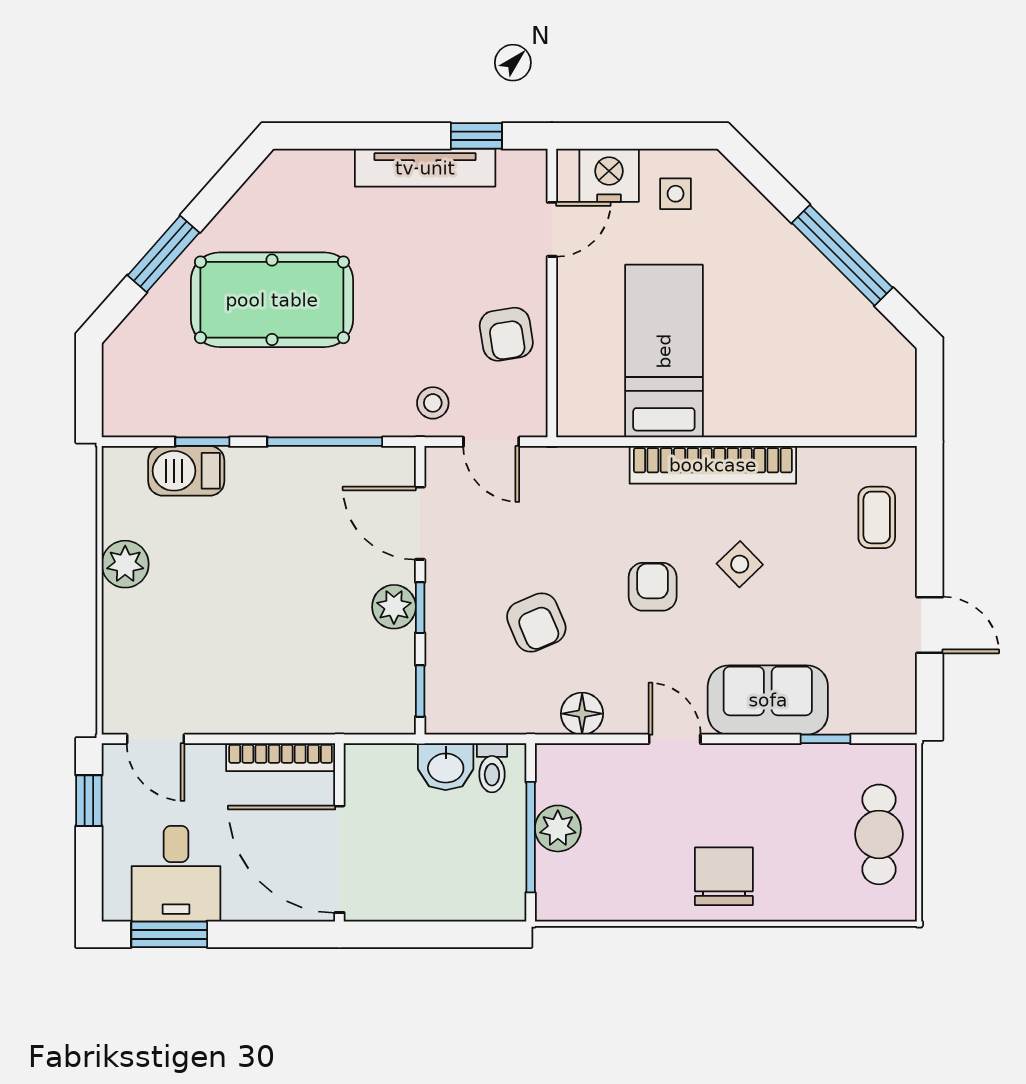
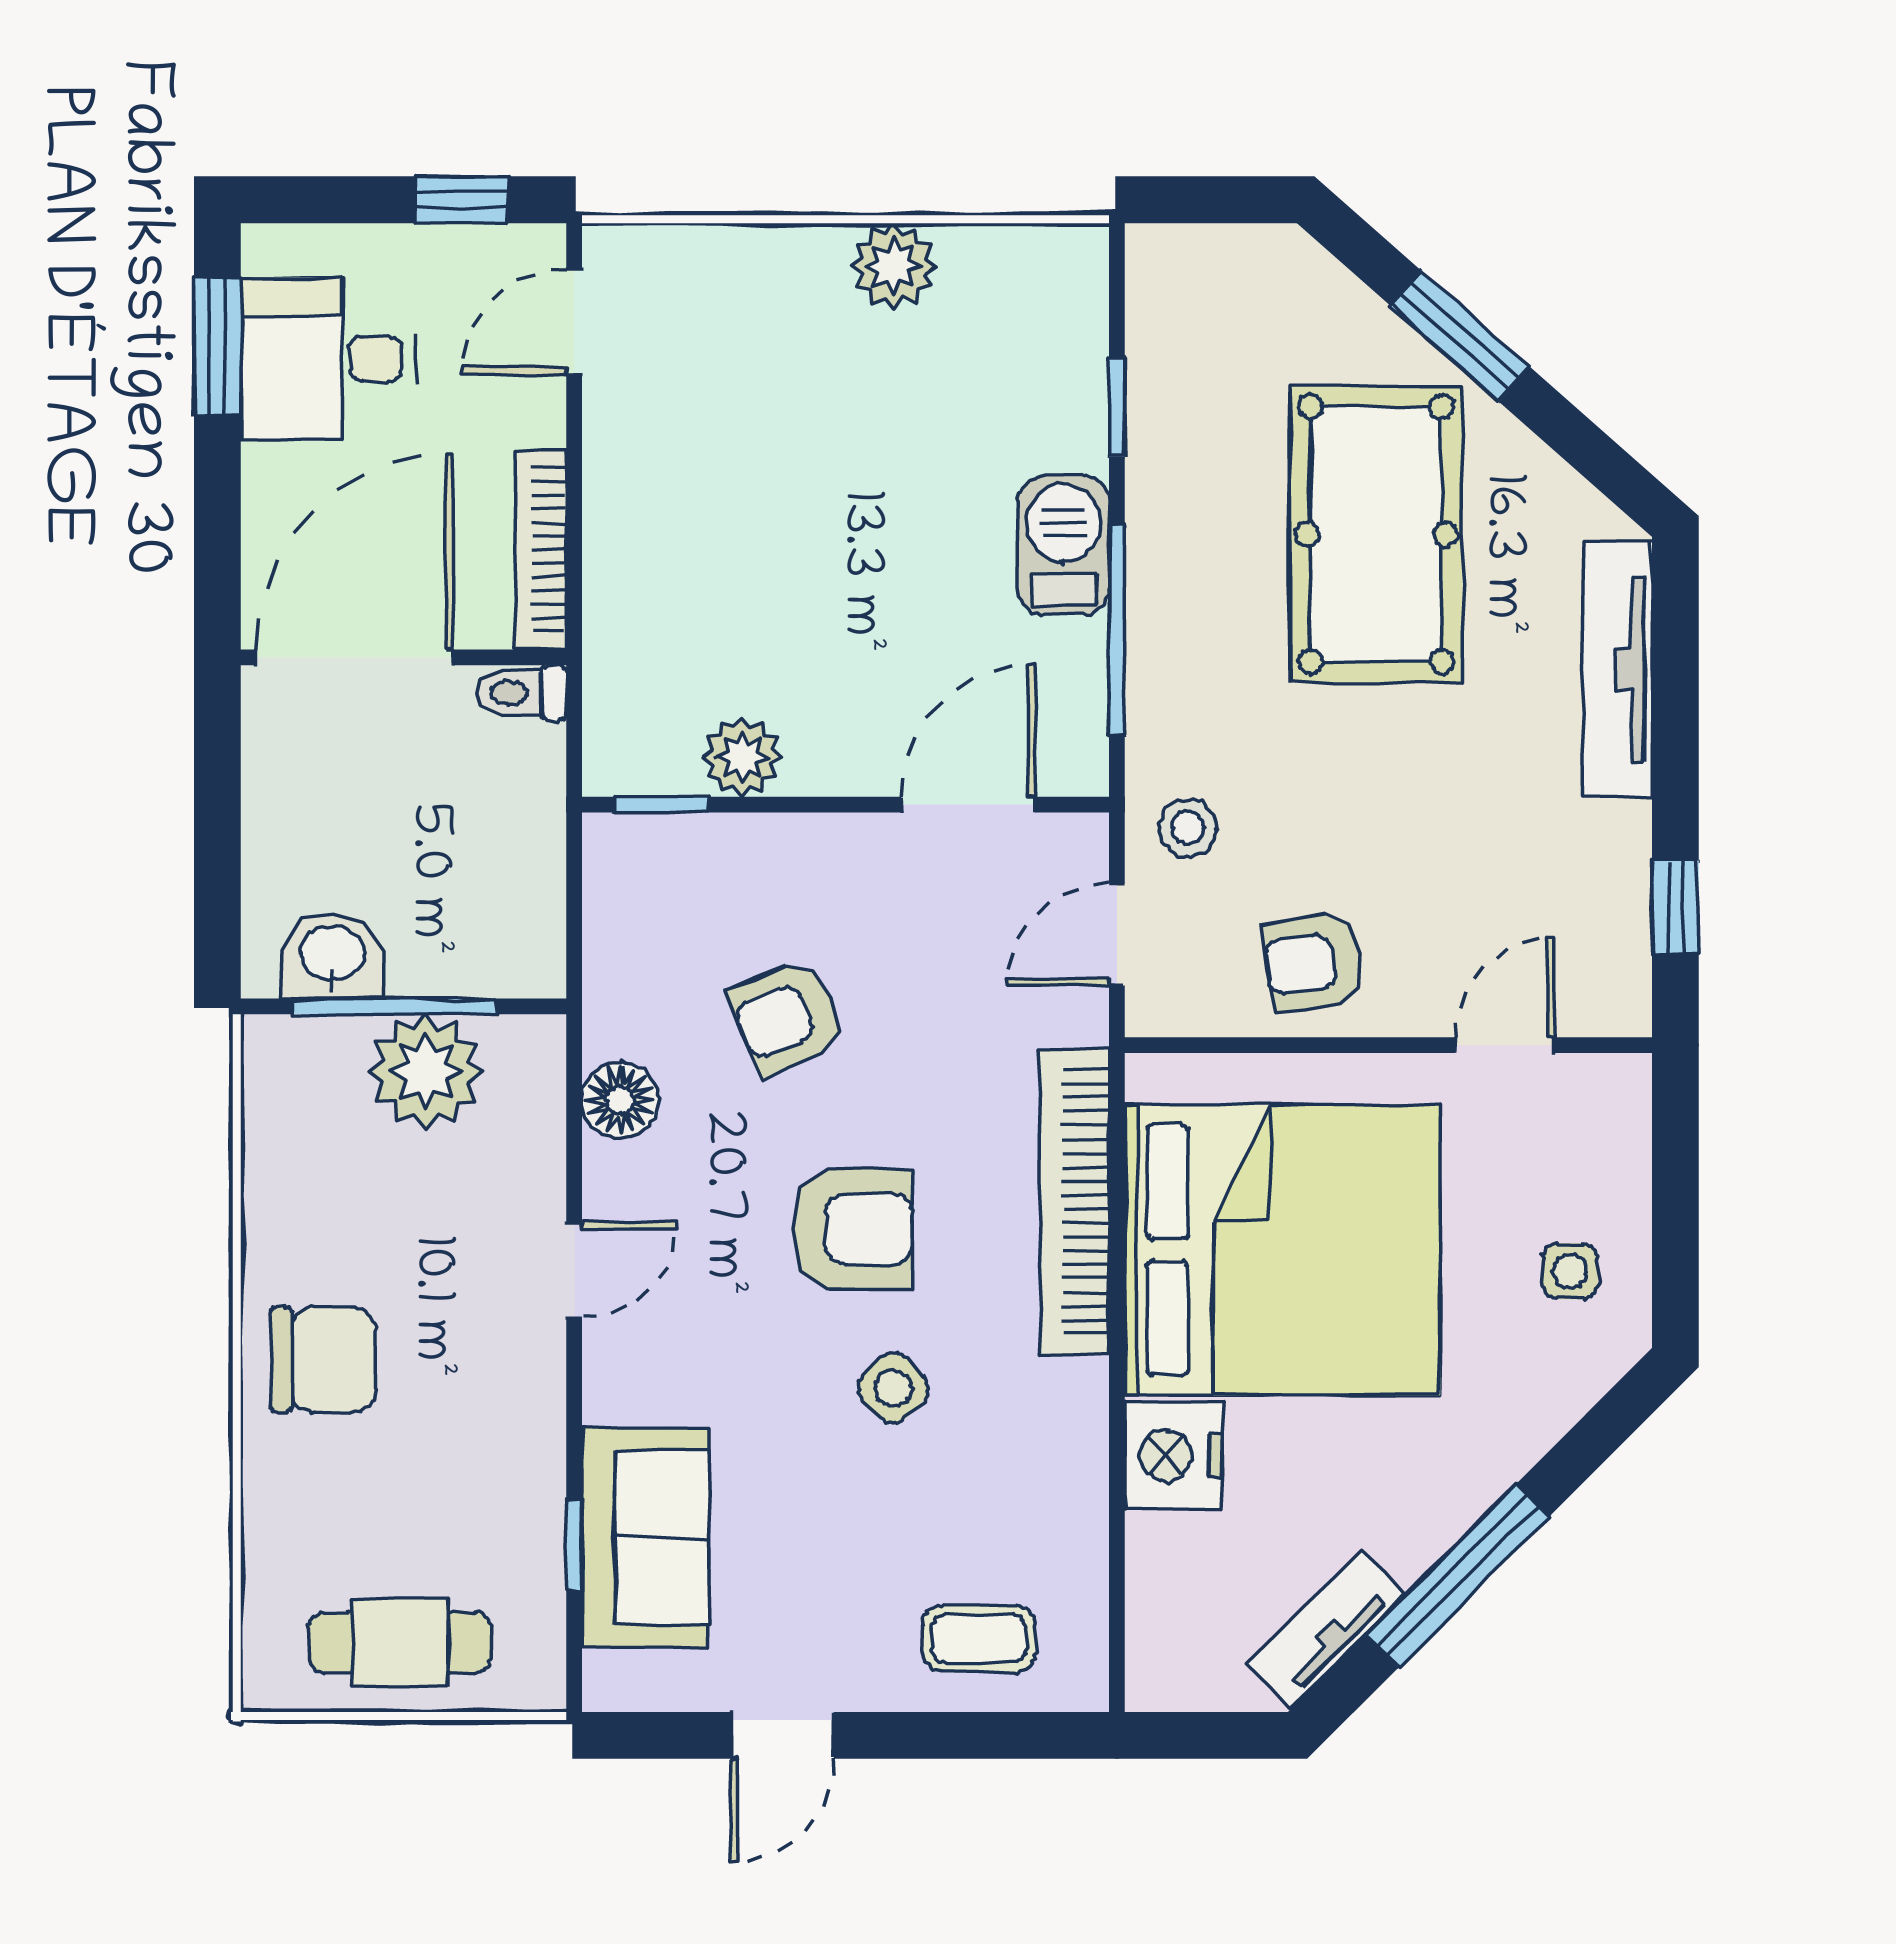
tv unit: (425, 168) -> (1617, 669), moved
nightstand: (609, 175) -> (1173, 1455), moved, turned 180
door: (552, 229) -> (1505, 1045), swing flipped
tv unit: (872, 327) -> (1327, 1629), added
bed: (664, 351) -> (1282, 1250), width x2.04
bookcase: (713, 465) -> (1075, 1202), moved
barbecue: (186, 471) -> (1064, 545), moved
armchair: (653, 587) -> (852, 1229), width x1.38, depth x1.38
plant: (394, 607) -> (742, 757), moved
window: (420, 608) -> (814, 805), removed
sofa: (768, 700) -> (645, 1537), moved
washbasin: (446, 767) -> (332, 956), moved, turned 90
toilet: (492, 768) -> (521, 693), moved
plant: (558, 828) -> (426, 1072), width x1.36, depth x1.36

